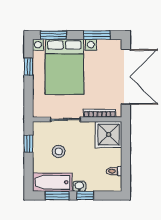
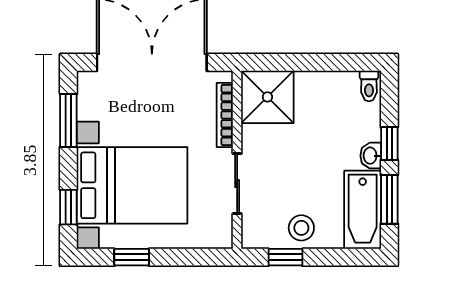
window: (54, 35) -> (68, 207), width x0.67
stool: (59, 151) -> (301, 228), moved
toilet: (114, 171) -> (369, 86), moved

